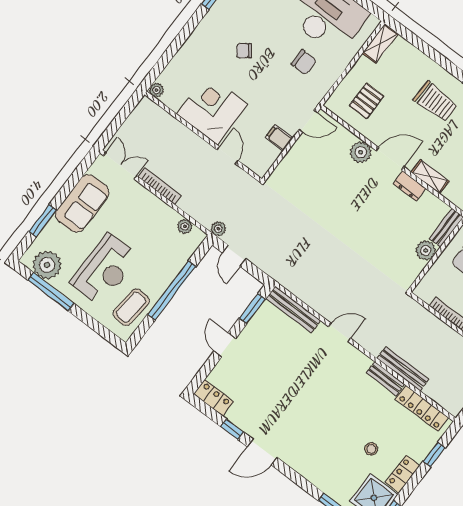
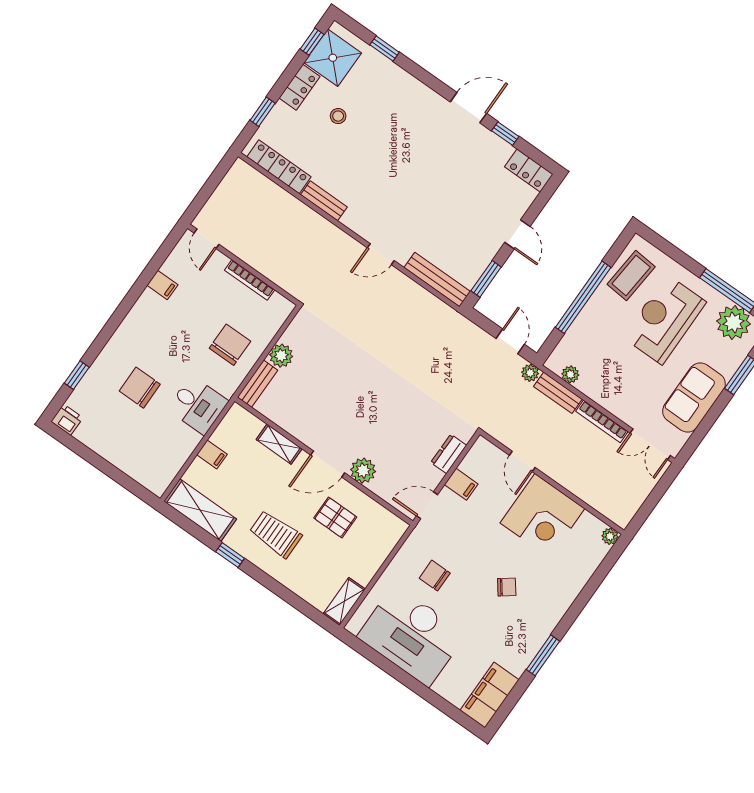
pallet: (367, 101) -> (335, 517), moved, turned 90
dresser: (409, 186) -> (449, 454), moved, turned -90
bench: (403, 369) -> (558, 393), moved, width x0.73

